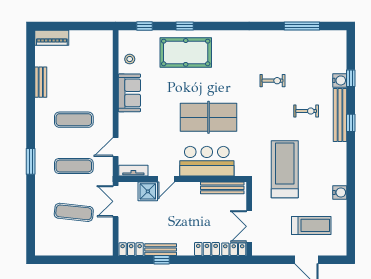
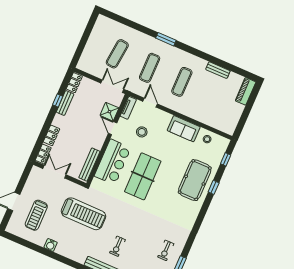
exercise bike: (272, 81) -> (166, 250), moved
stool: (155, 142) -> (142, 132), added

